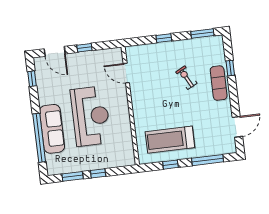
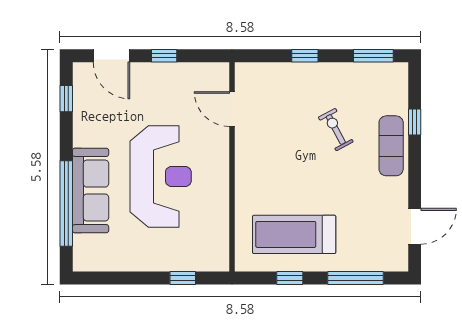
window: (98, 173) -> (183, 278), moved
window: (73, 176) -> (116, 278), removed

